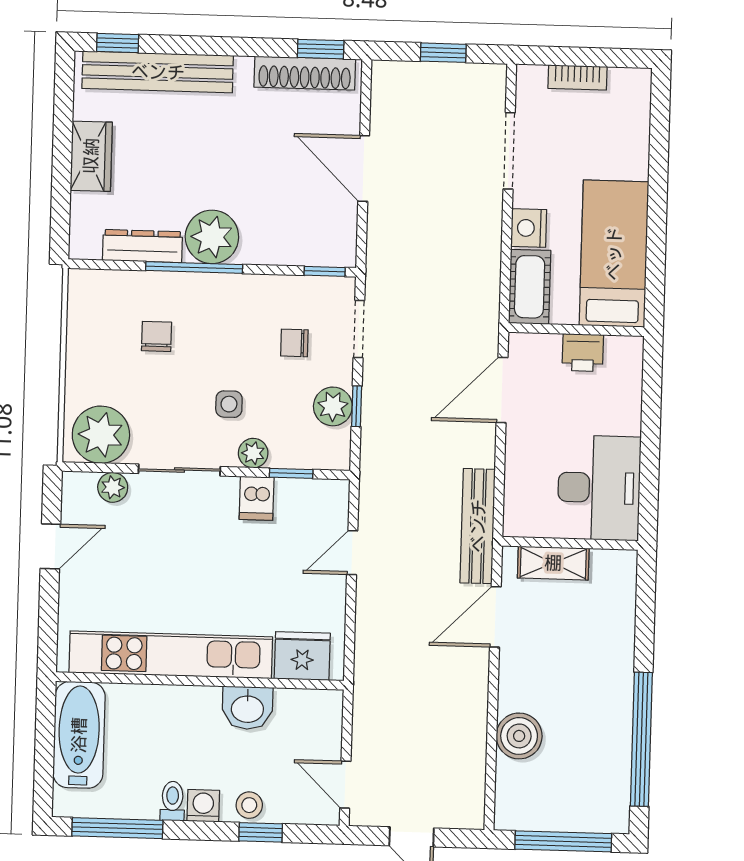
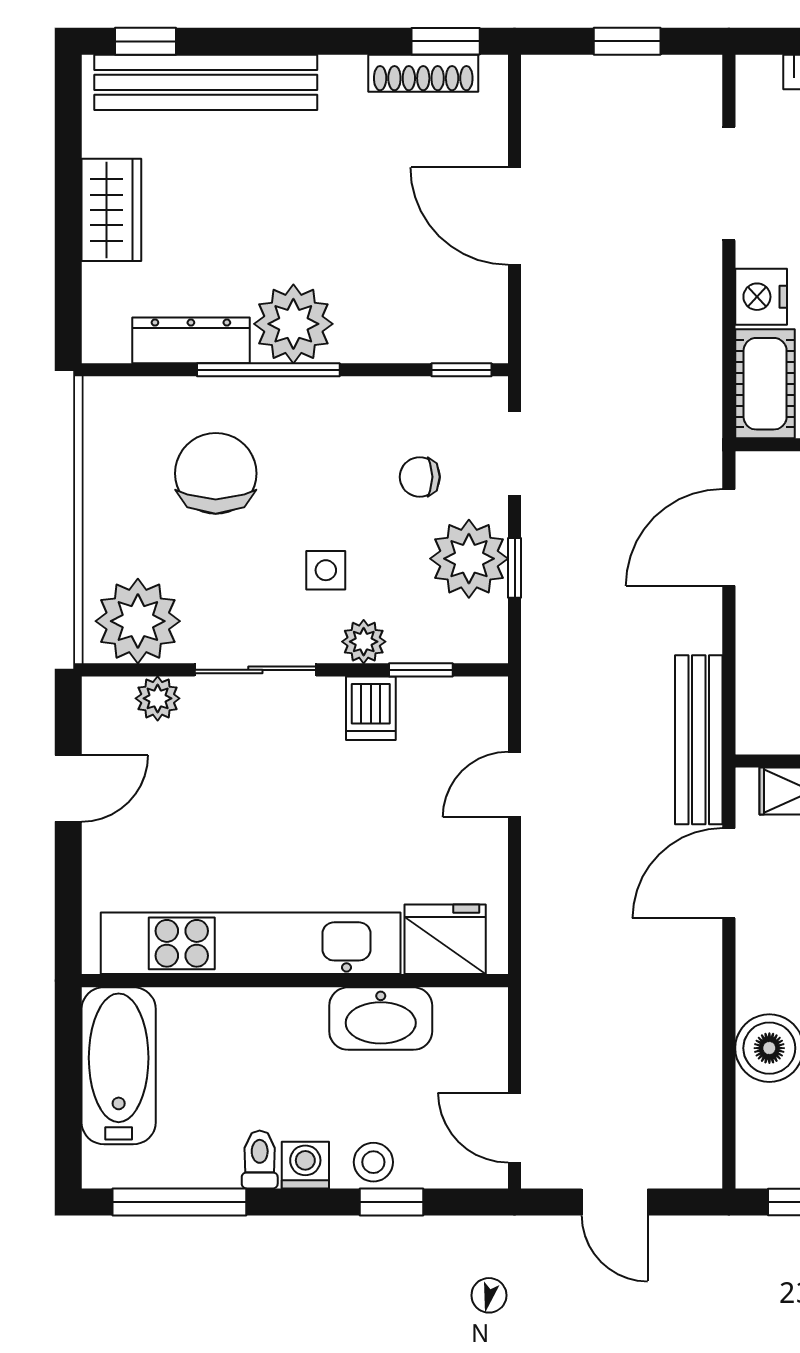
shoe rack: (305, 73) -> (423, 73), width x0.74, depth x0.81
chair: (157, 336) -> (216, 473), width x1.87, depth x1.87
plant: (333, 406) -> (469, 559), width x1.36, depth x1.36
washbasin: (247, 708) -> (381, 1019), width x1.38

